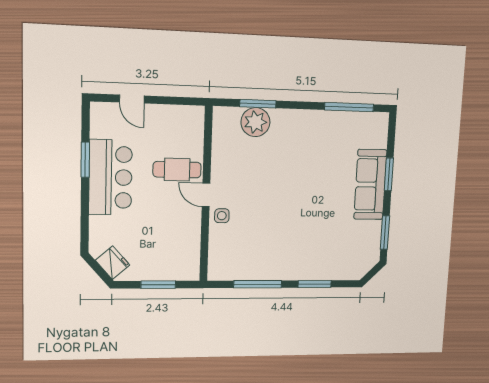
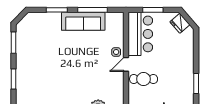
bar counter: (110, 177) -> (140, 34), moved, turned 180
sofa: (370, 185) -> (83, 21), moved, turned 90
door: (206, 195) -> (126, 64), swing flipped

